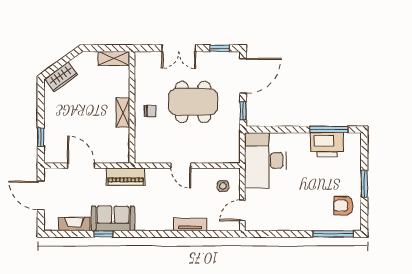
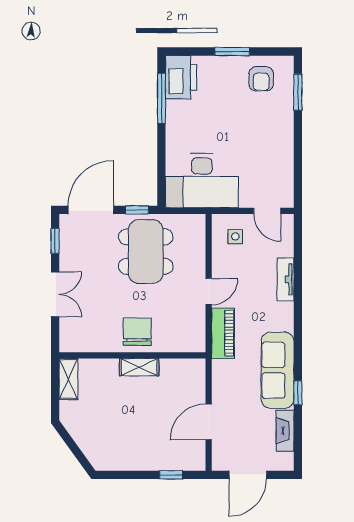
door: (243, 76) -> (91, 210), hinge flipped
wardrobe: (61, 77) -> (92, 448), removed
dining table: (193, 102) -> (146, 252), moved
chair: (150, 111) -> (137, 332), width x1.87, depth x1.87
printer: (327, 145) -> (181, 77), moved
piano: (126, 177) -> (223, 333), moved
sofa: (113, 218) -> (278, 370), width x1.36
window: (333, 234) -> (298, 92), width x0.69

